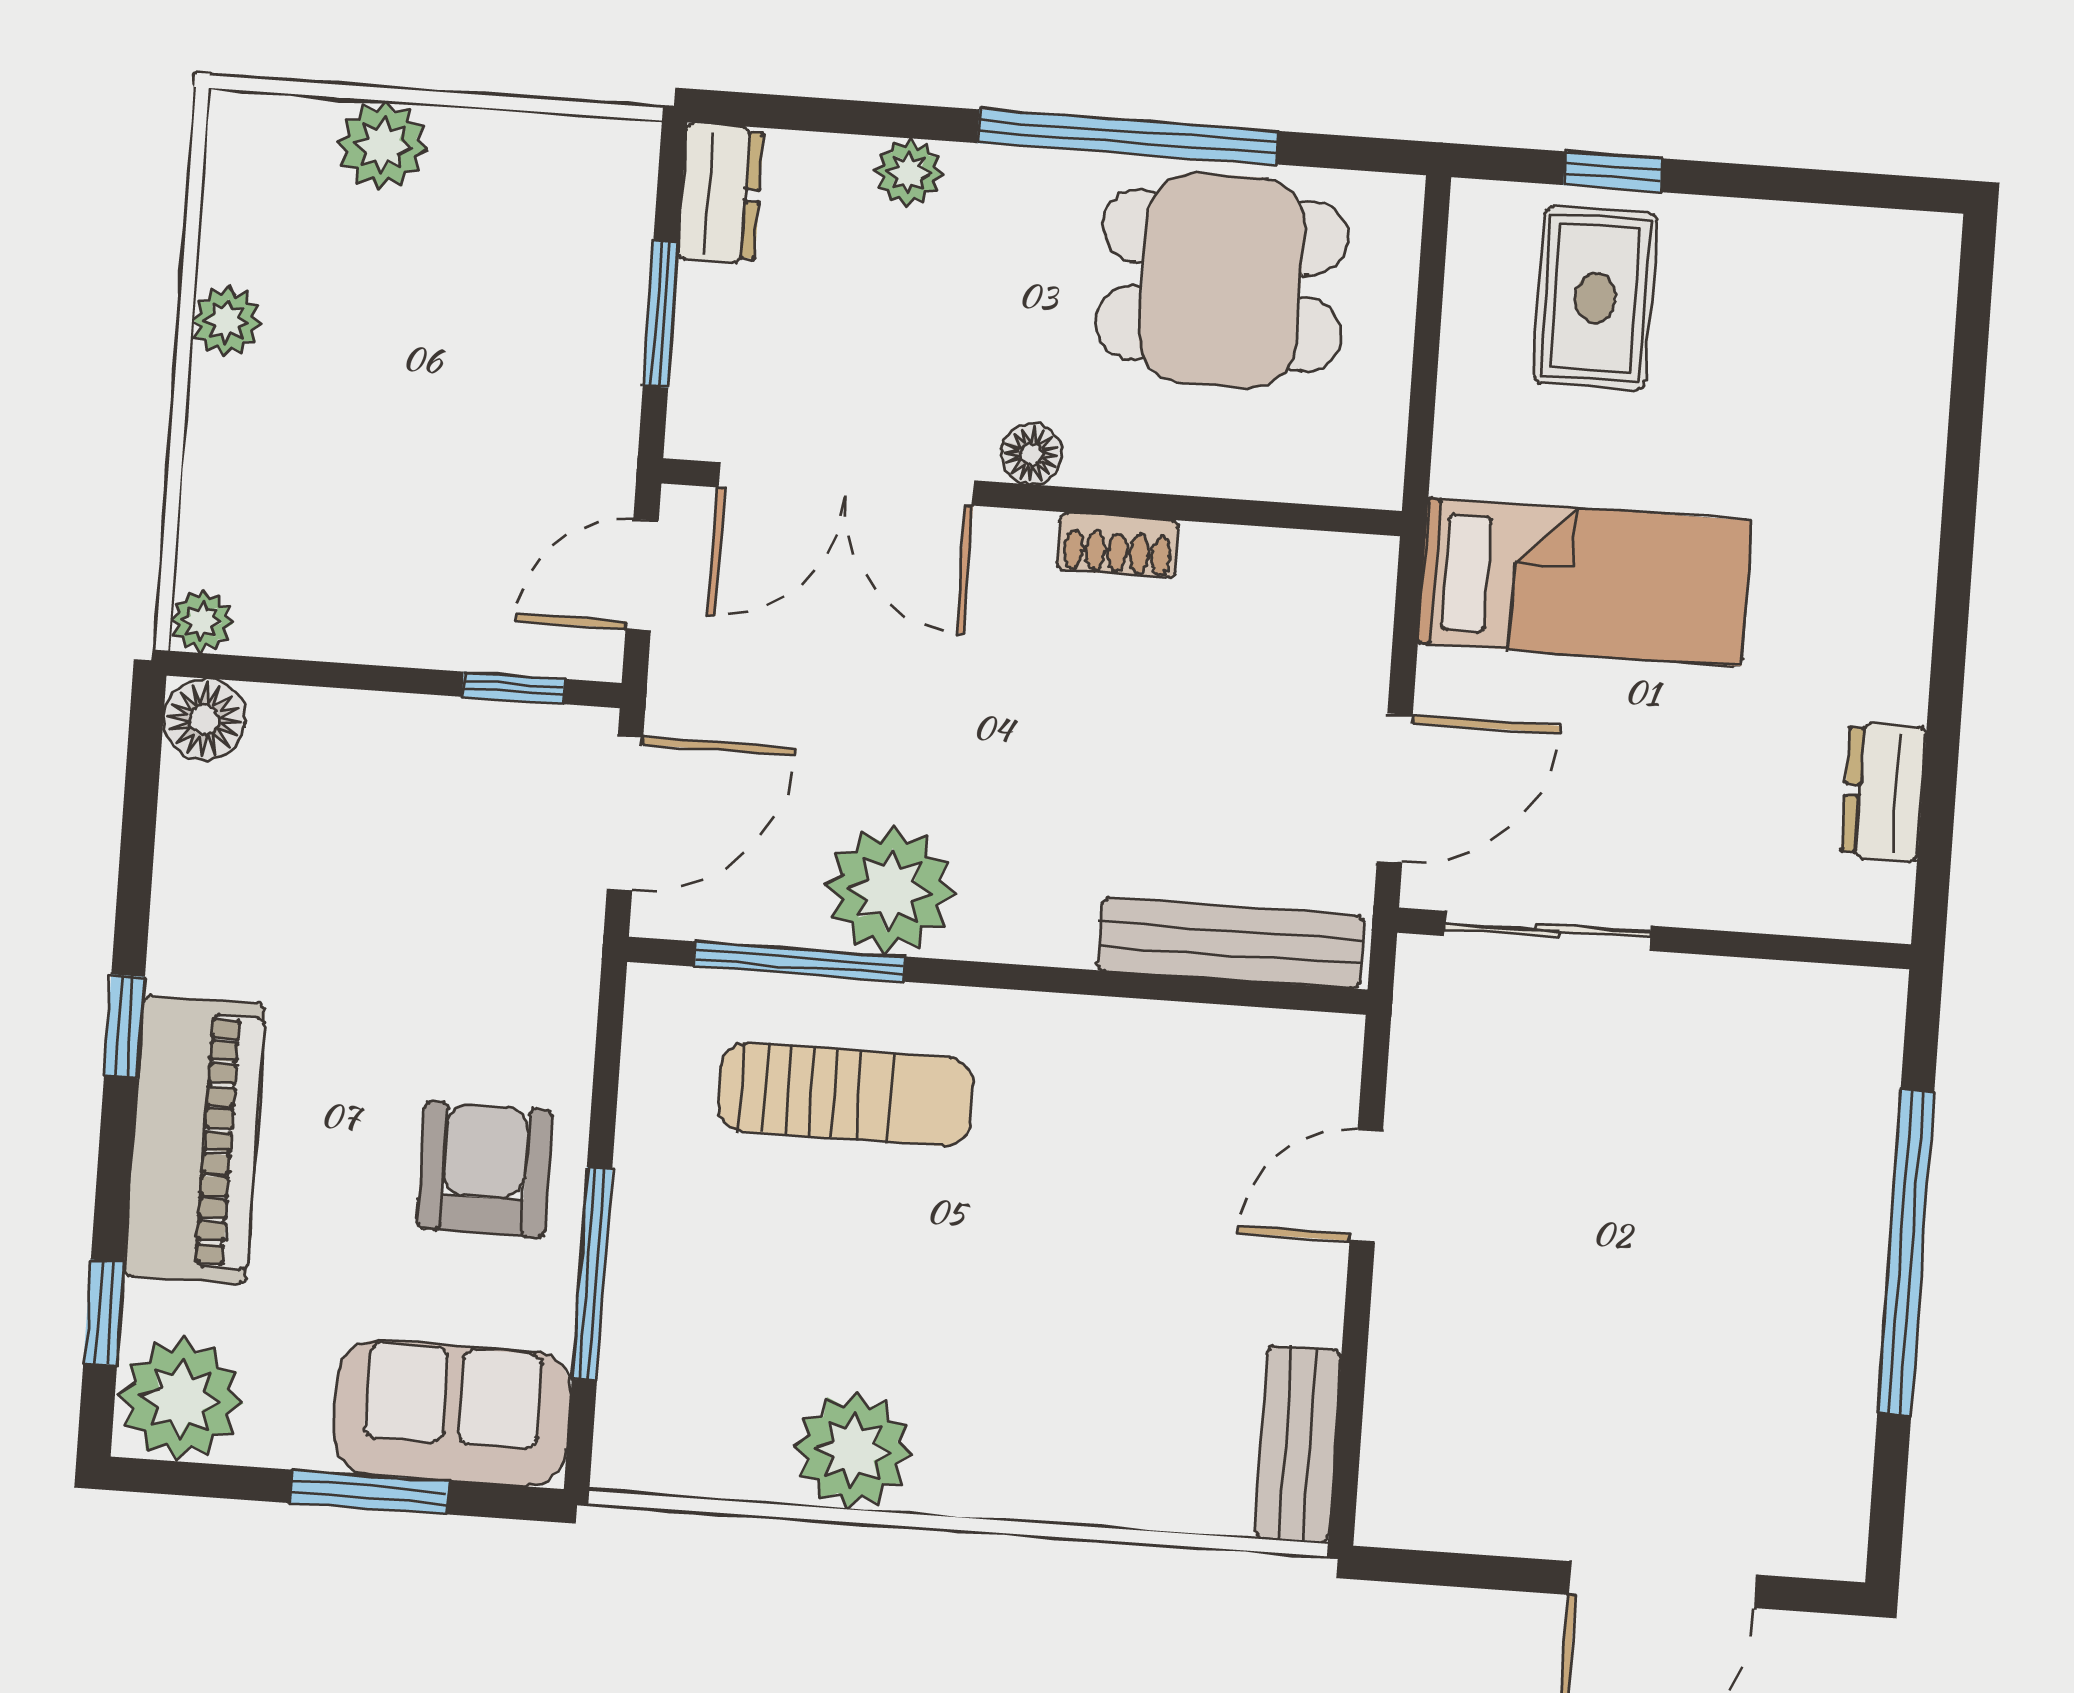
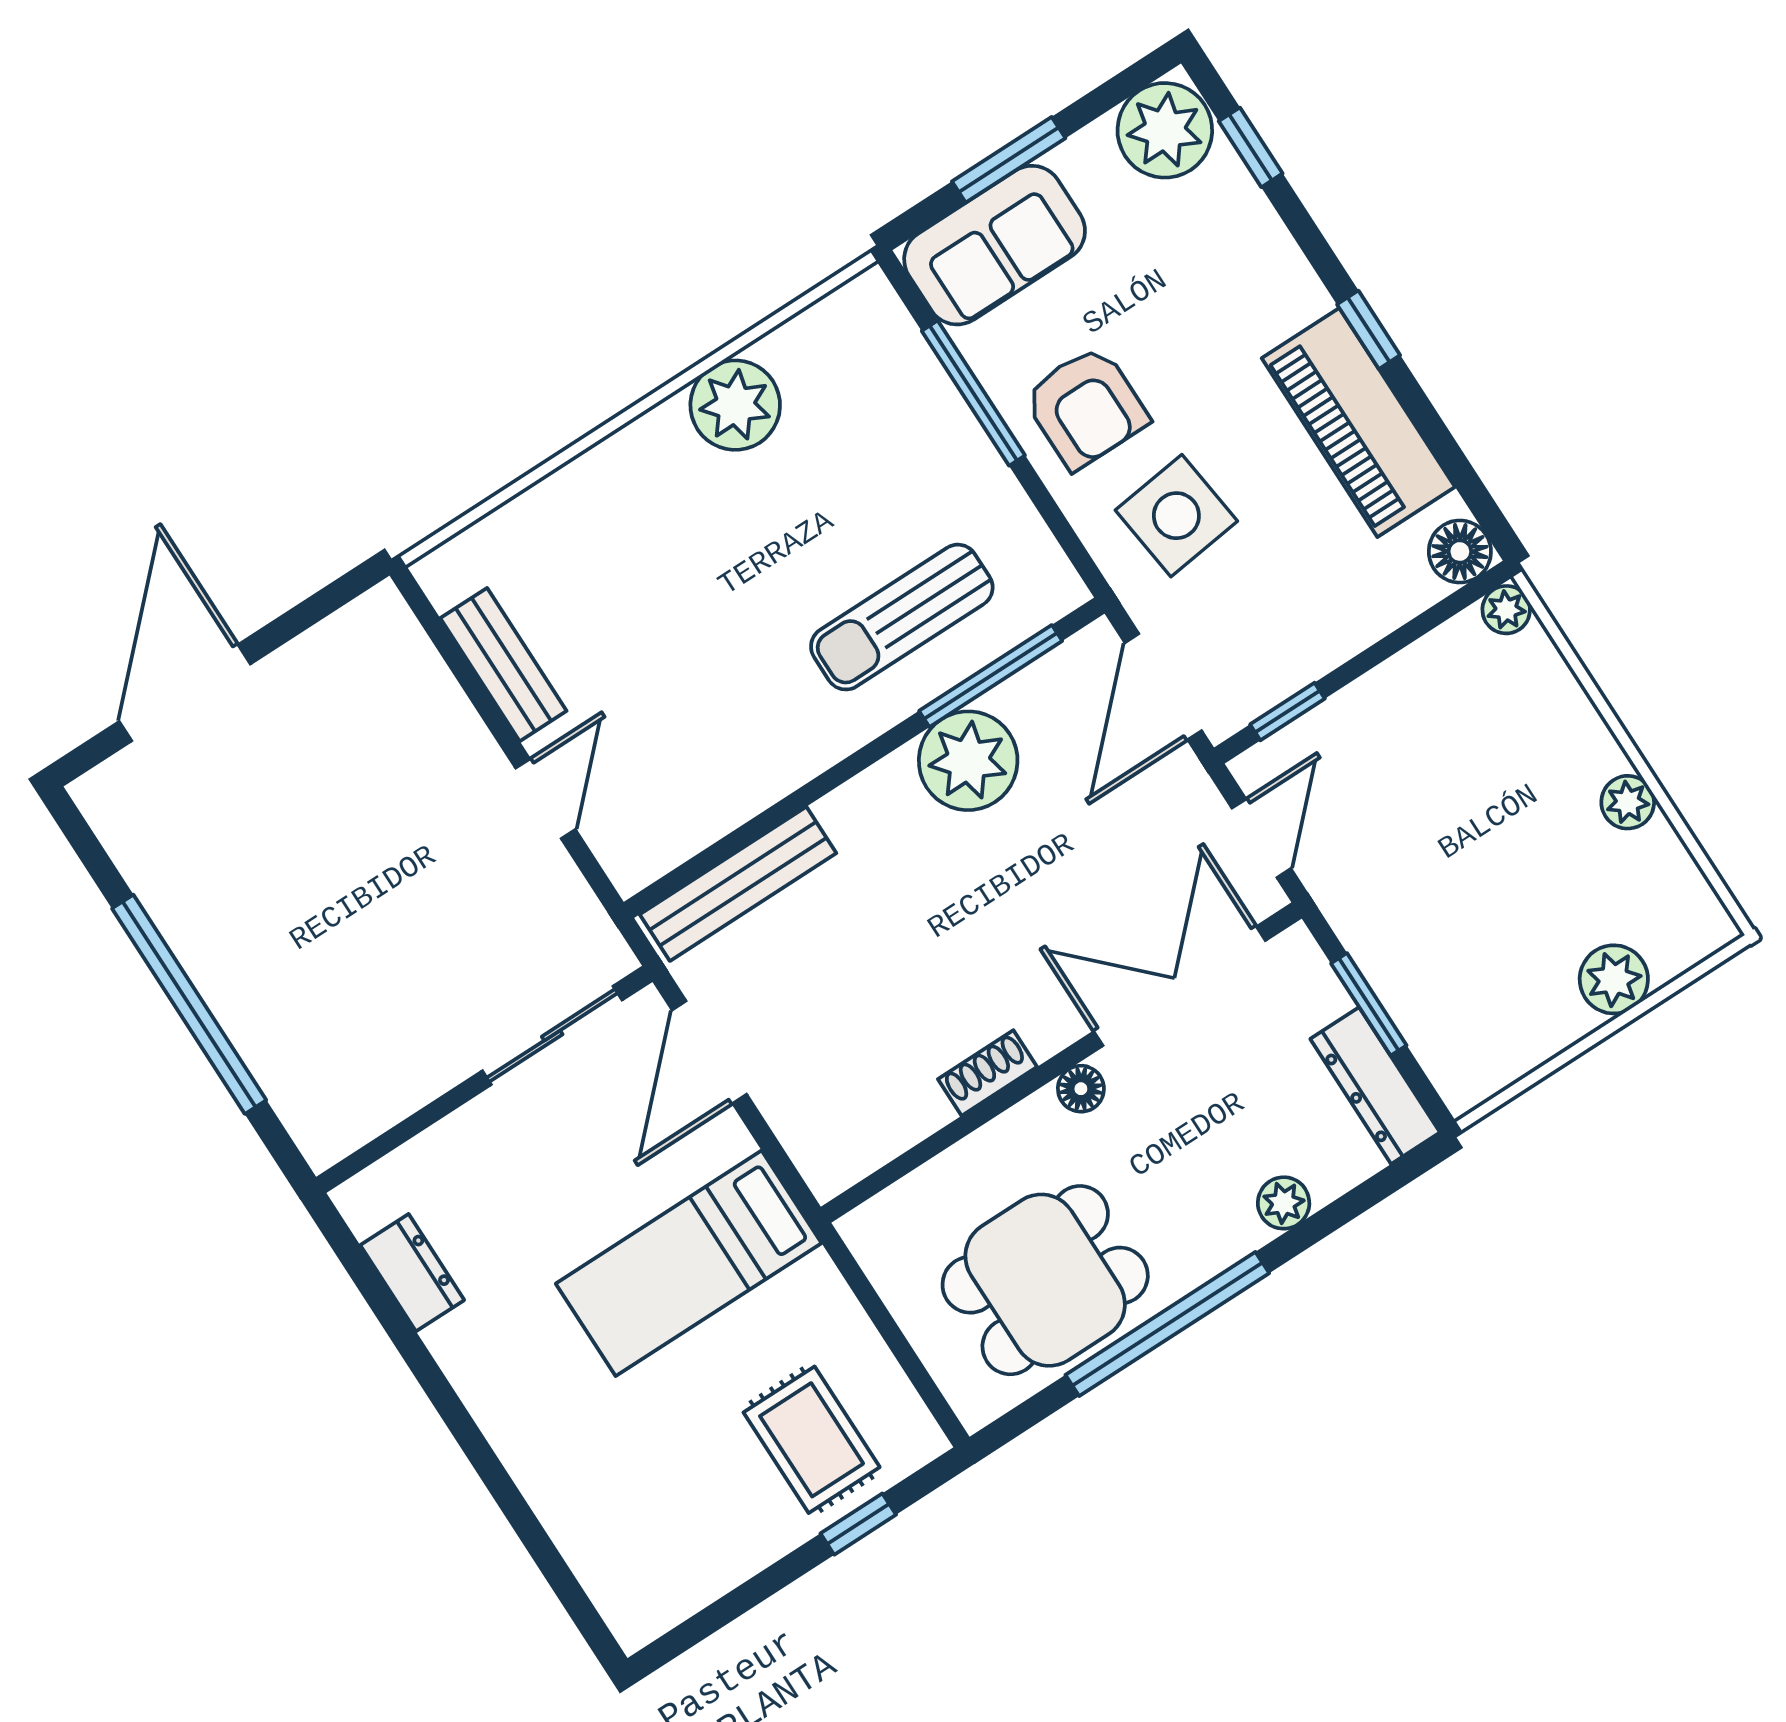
dresser: (721, 193) -> (1375, 1086), width x1.44
side table: (475, 983) -> (1176, 516), added
piano: (195, 1140) -> (1358, 423), moved
bench: (1298, 1445) -> (503, 665), moved

